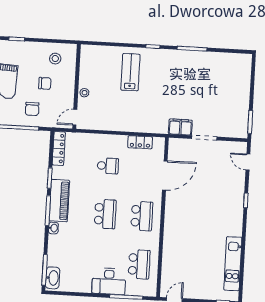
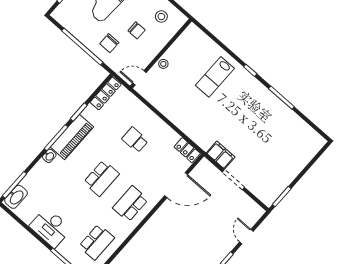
lab bench: (130, 72) -> (215, 77), turned 180
locker: (140, 142) -> (187, 150), moved
door: (248, 162) -> (246, 237), moved
school desk: (108, 166) -> (135, 140), turned 180
school desk: (142, 216) -> (130, 204), turned 180
desk: (109, 281) -> (50, 227), moved

